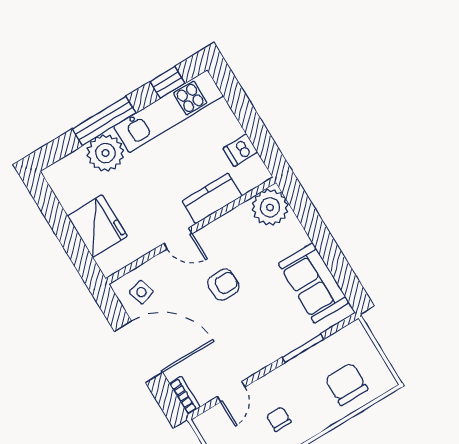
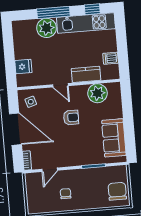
plant: (270, 207) -> (97, 93), moved
fridge: (97, 226) -> (23, 67), width x0.53, depth x0.75
chair: (346, 384) -> (117, 191), moved

